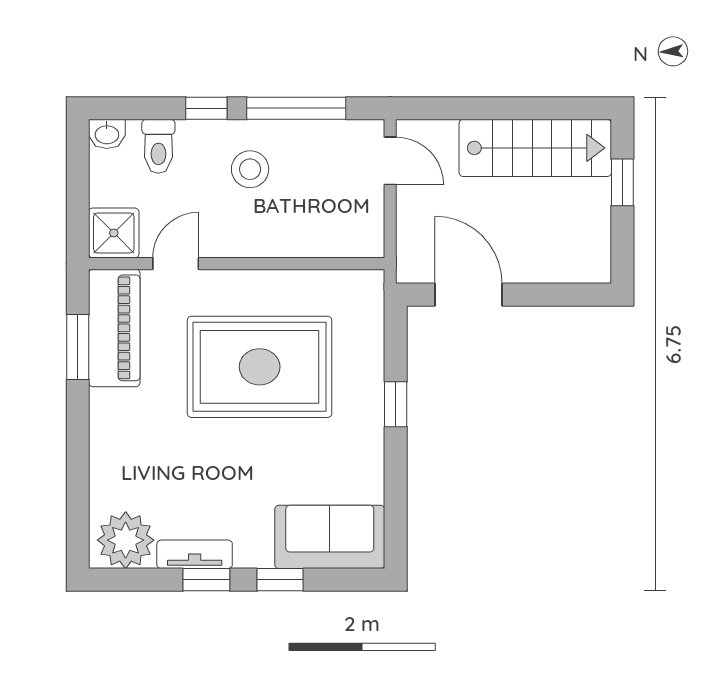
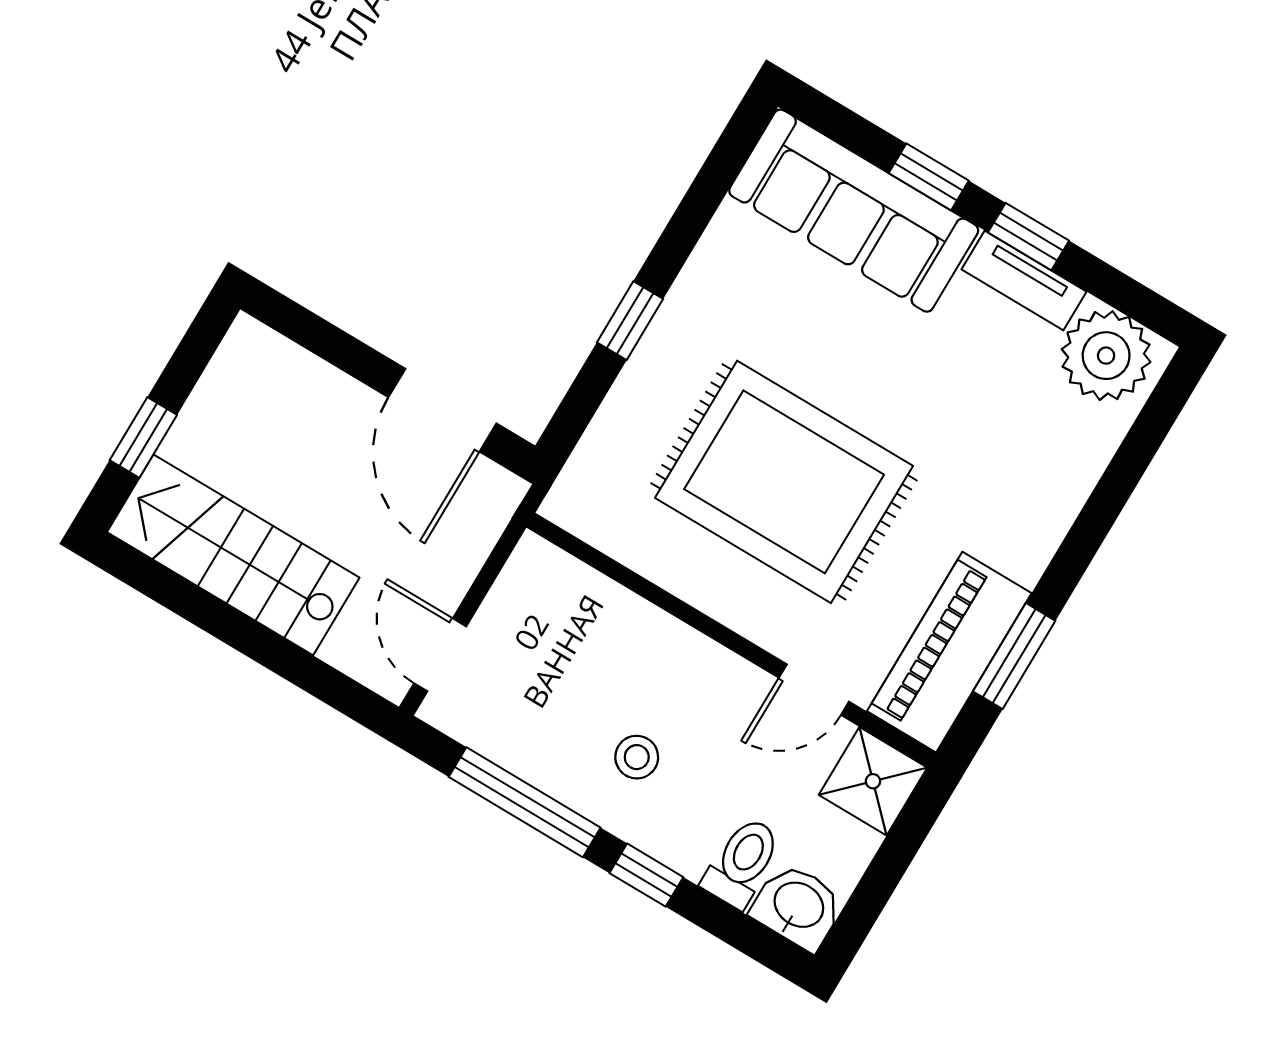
washbasin: (107, 134) -> (798, 906), width x1.38, depth x1.45
stool: (250, 169) -> (637, 757), width x0.73, depth x0.73
sofa: (330, 537) -> (854, 211), width x1.36

